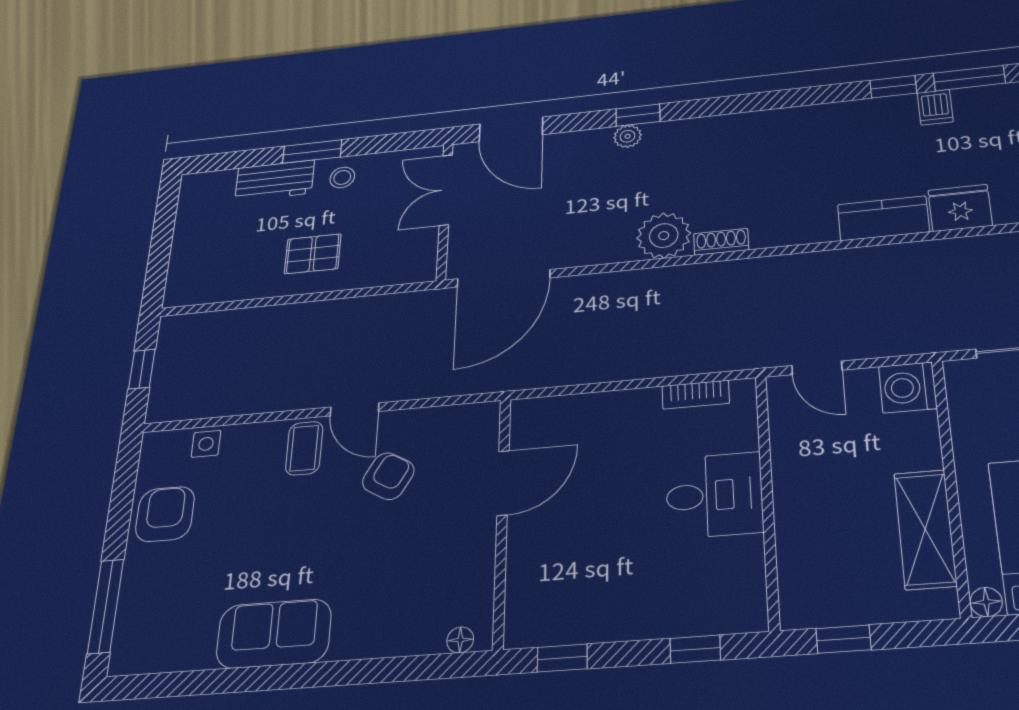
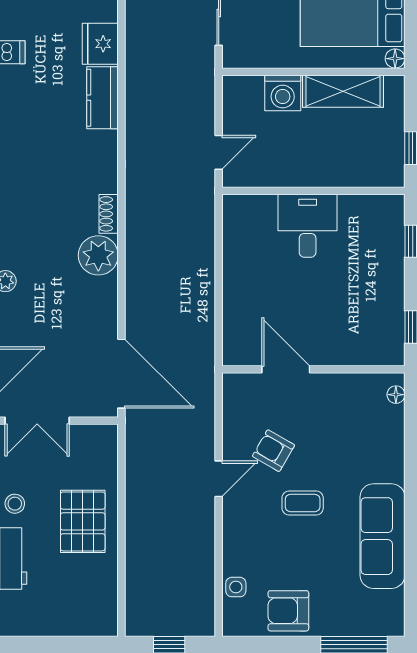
pallet: (313, 254) -> (83, 521), width x1.50, depth x1.42
washing machine: (908, 387) -> (283, 93), moved
bookcase: (696, 395) -> (231, 236), removed
coffee table: (304, 448) -> (303, 503), moved
sofa: (274, 634) -> (382, 536), width x1.36

